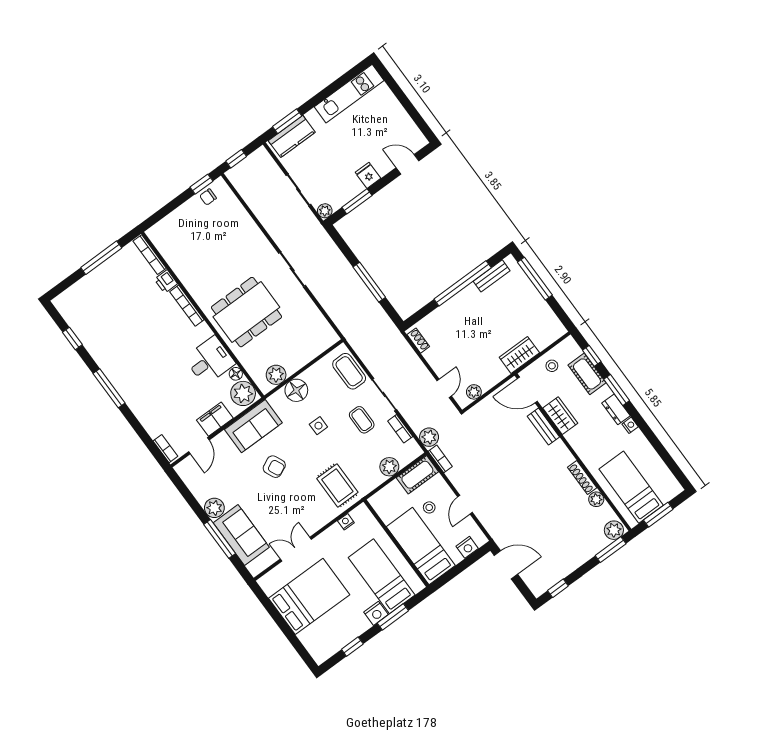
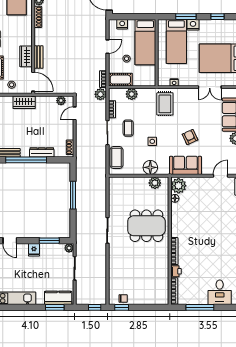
dresser: (450, 308) -> (42, 152), added
desk: (210, 361) -> (220, 292), moved, turned -90
filing cabinet: (215, 419) -> (202, 183), removed

